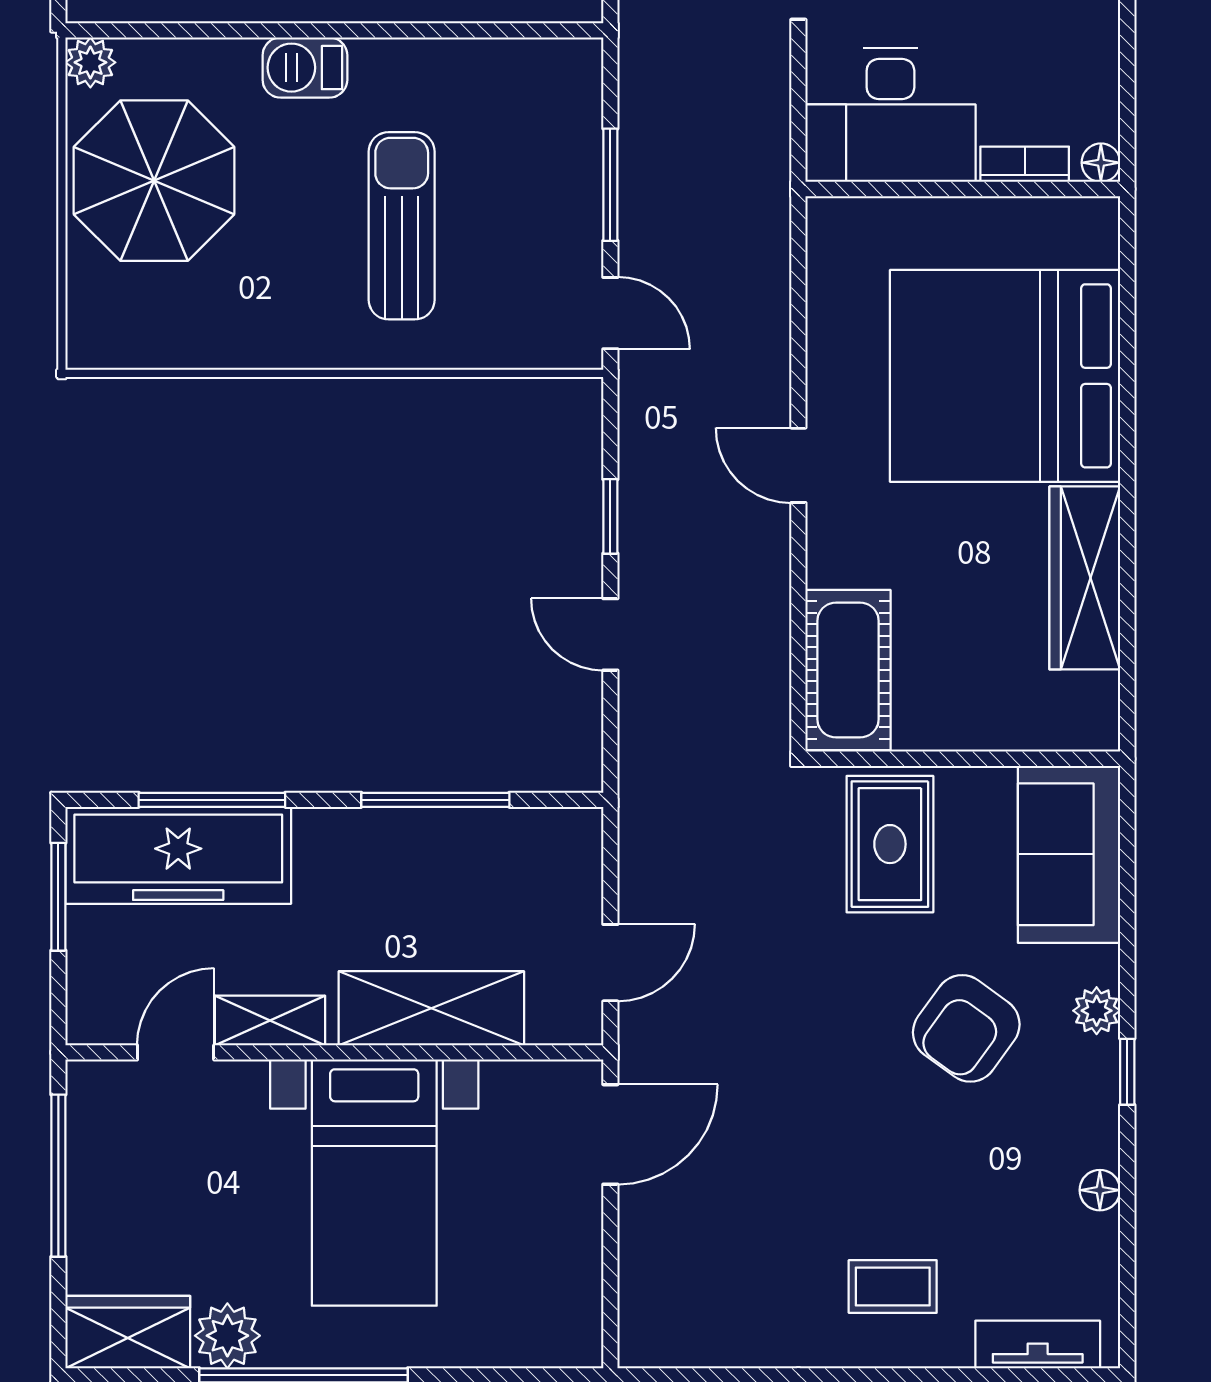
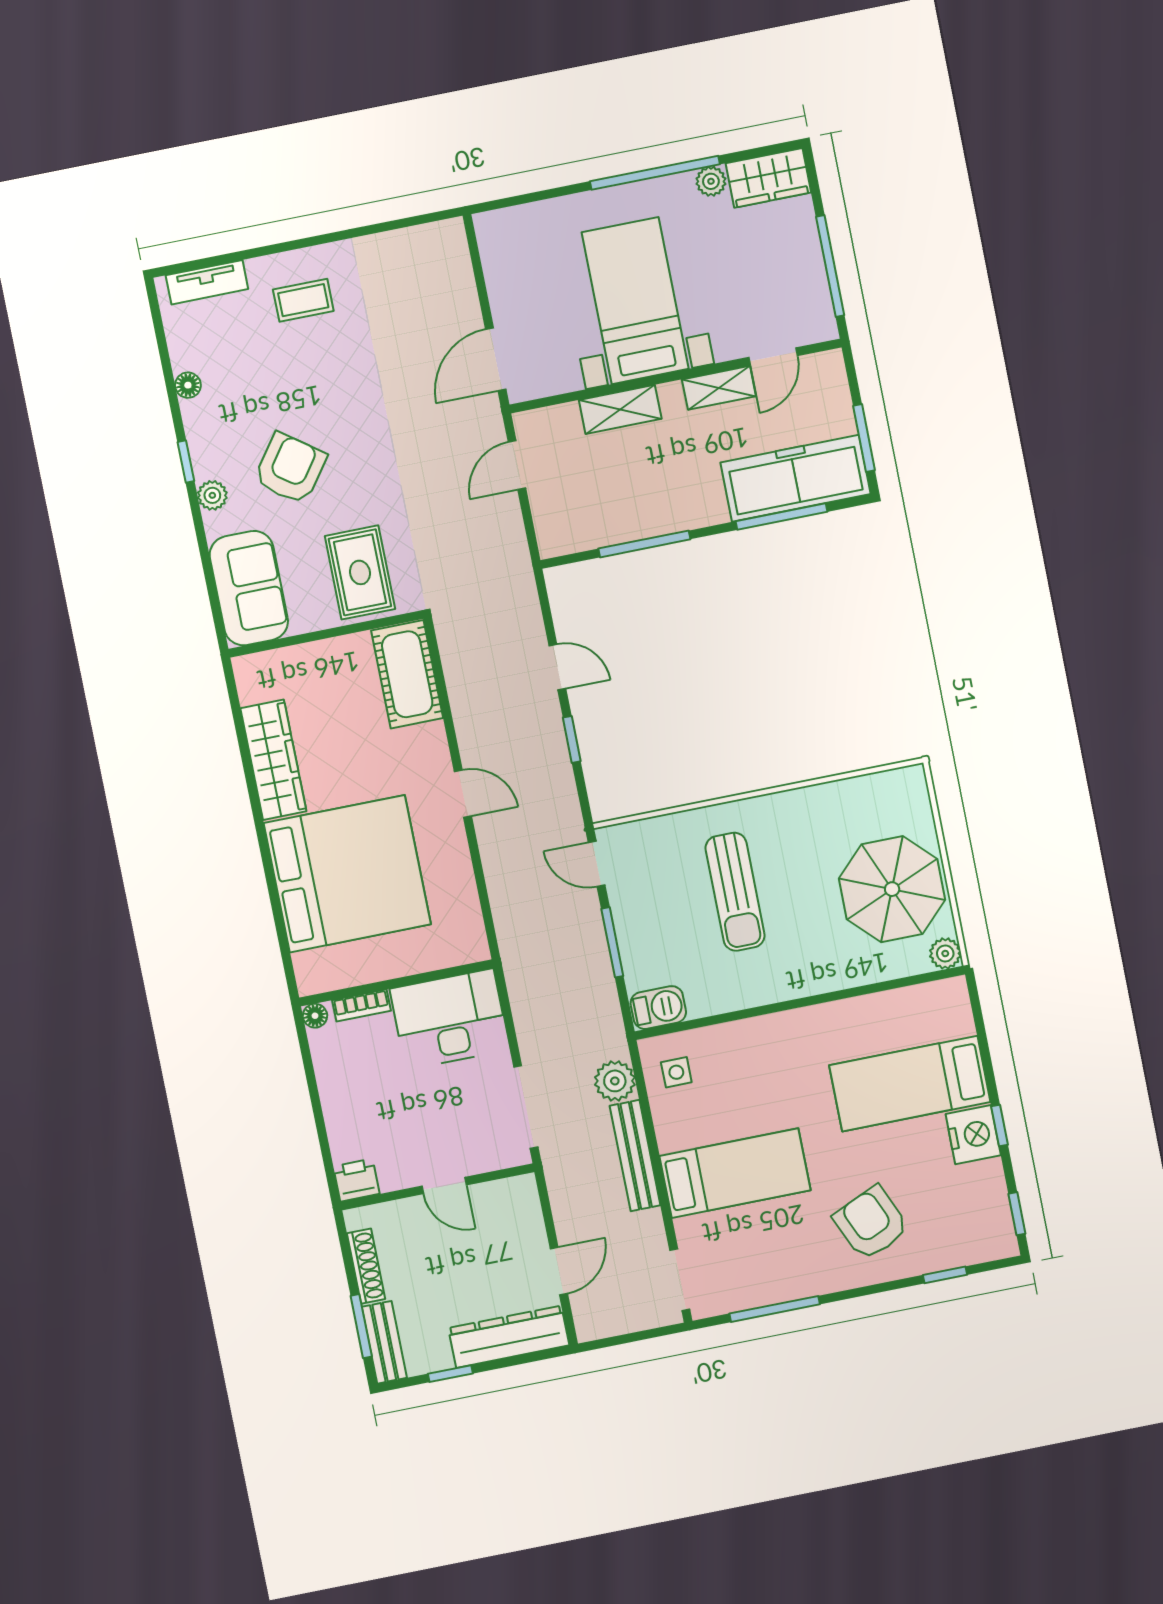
barbecue: (305, 68) -> (658, 1008), moved
shelving: (431, 1008) -> (620, 409), width x0.67, depth x0.75
plant: (227, 1336) -> (711, 181), width x0.73, depth x0.73

